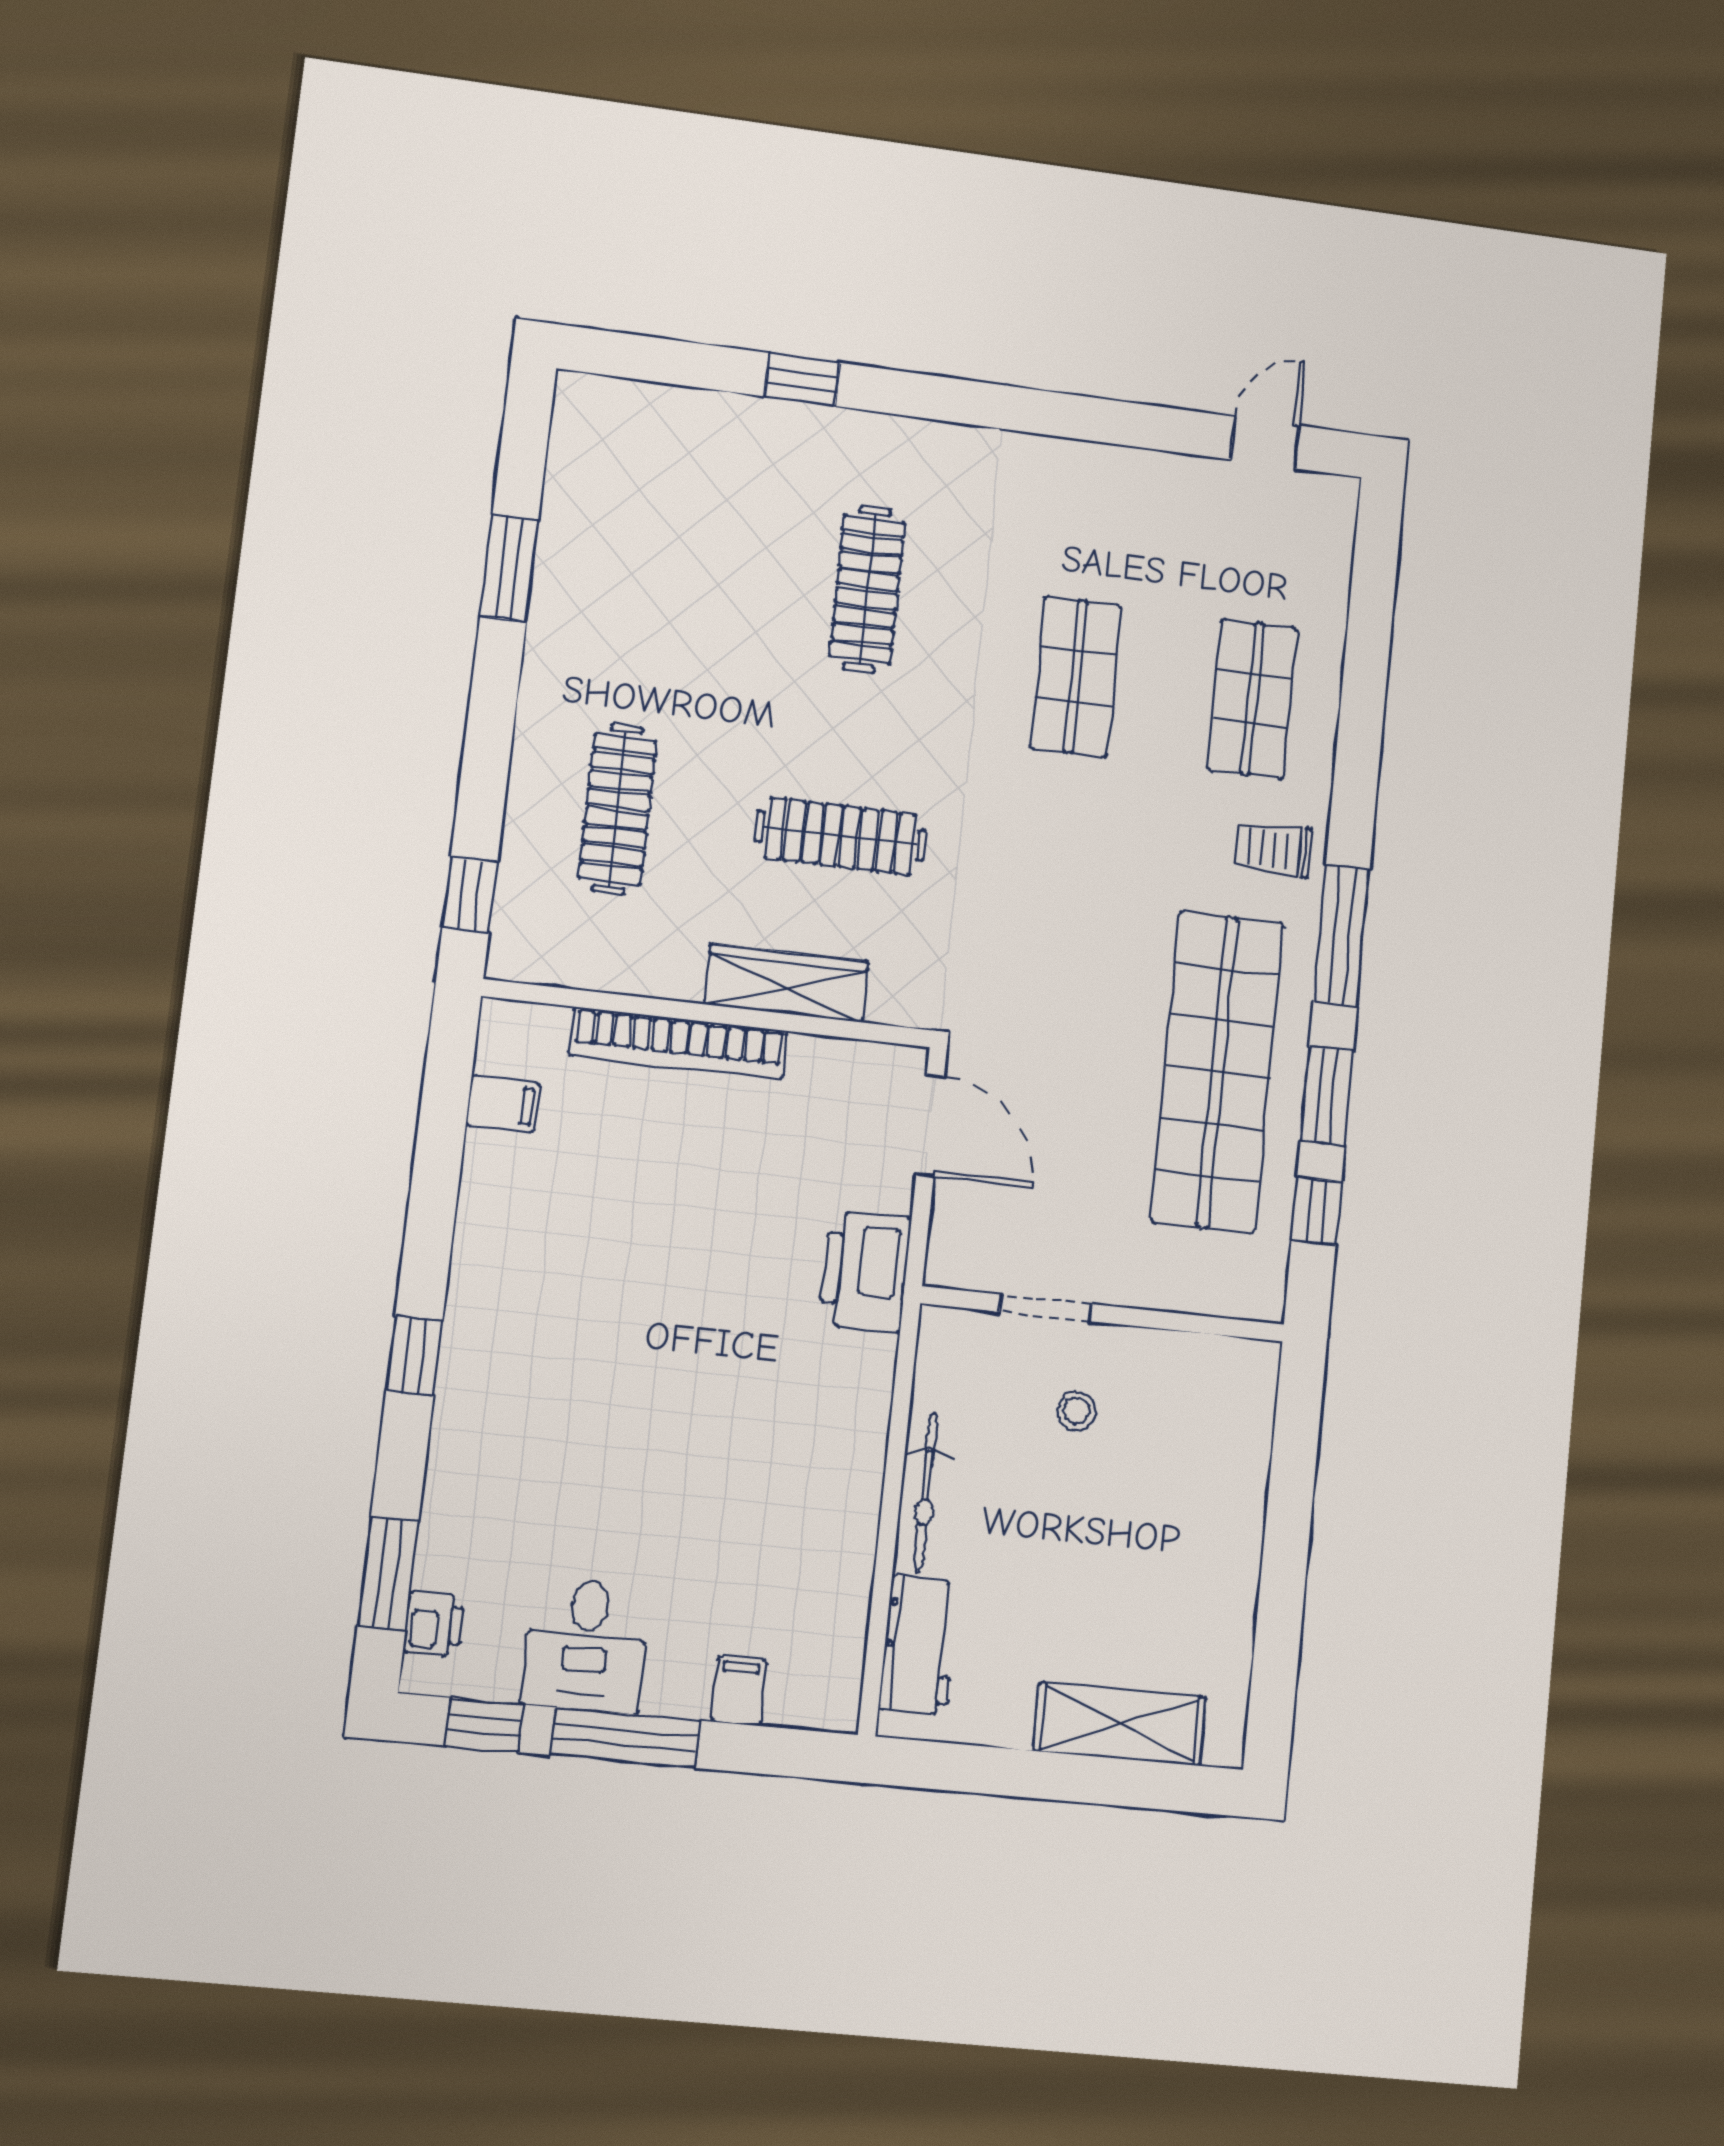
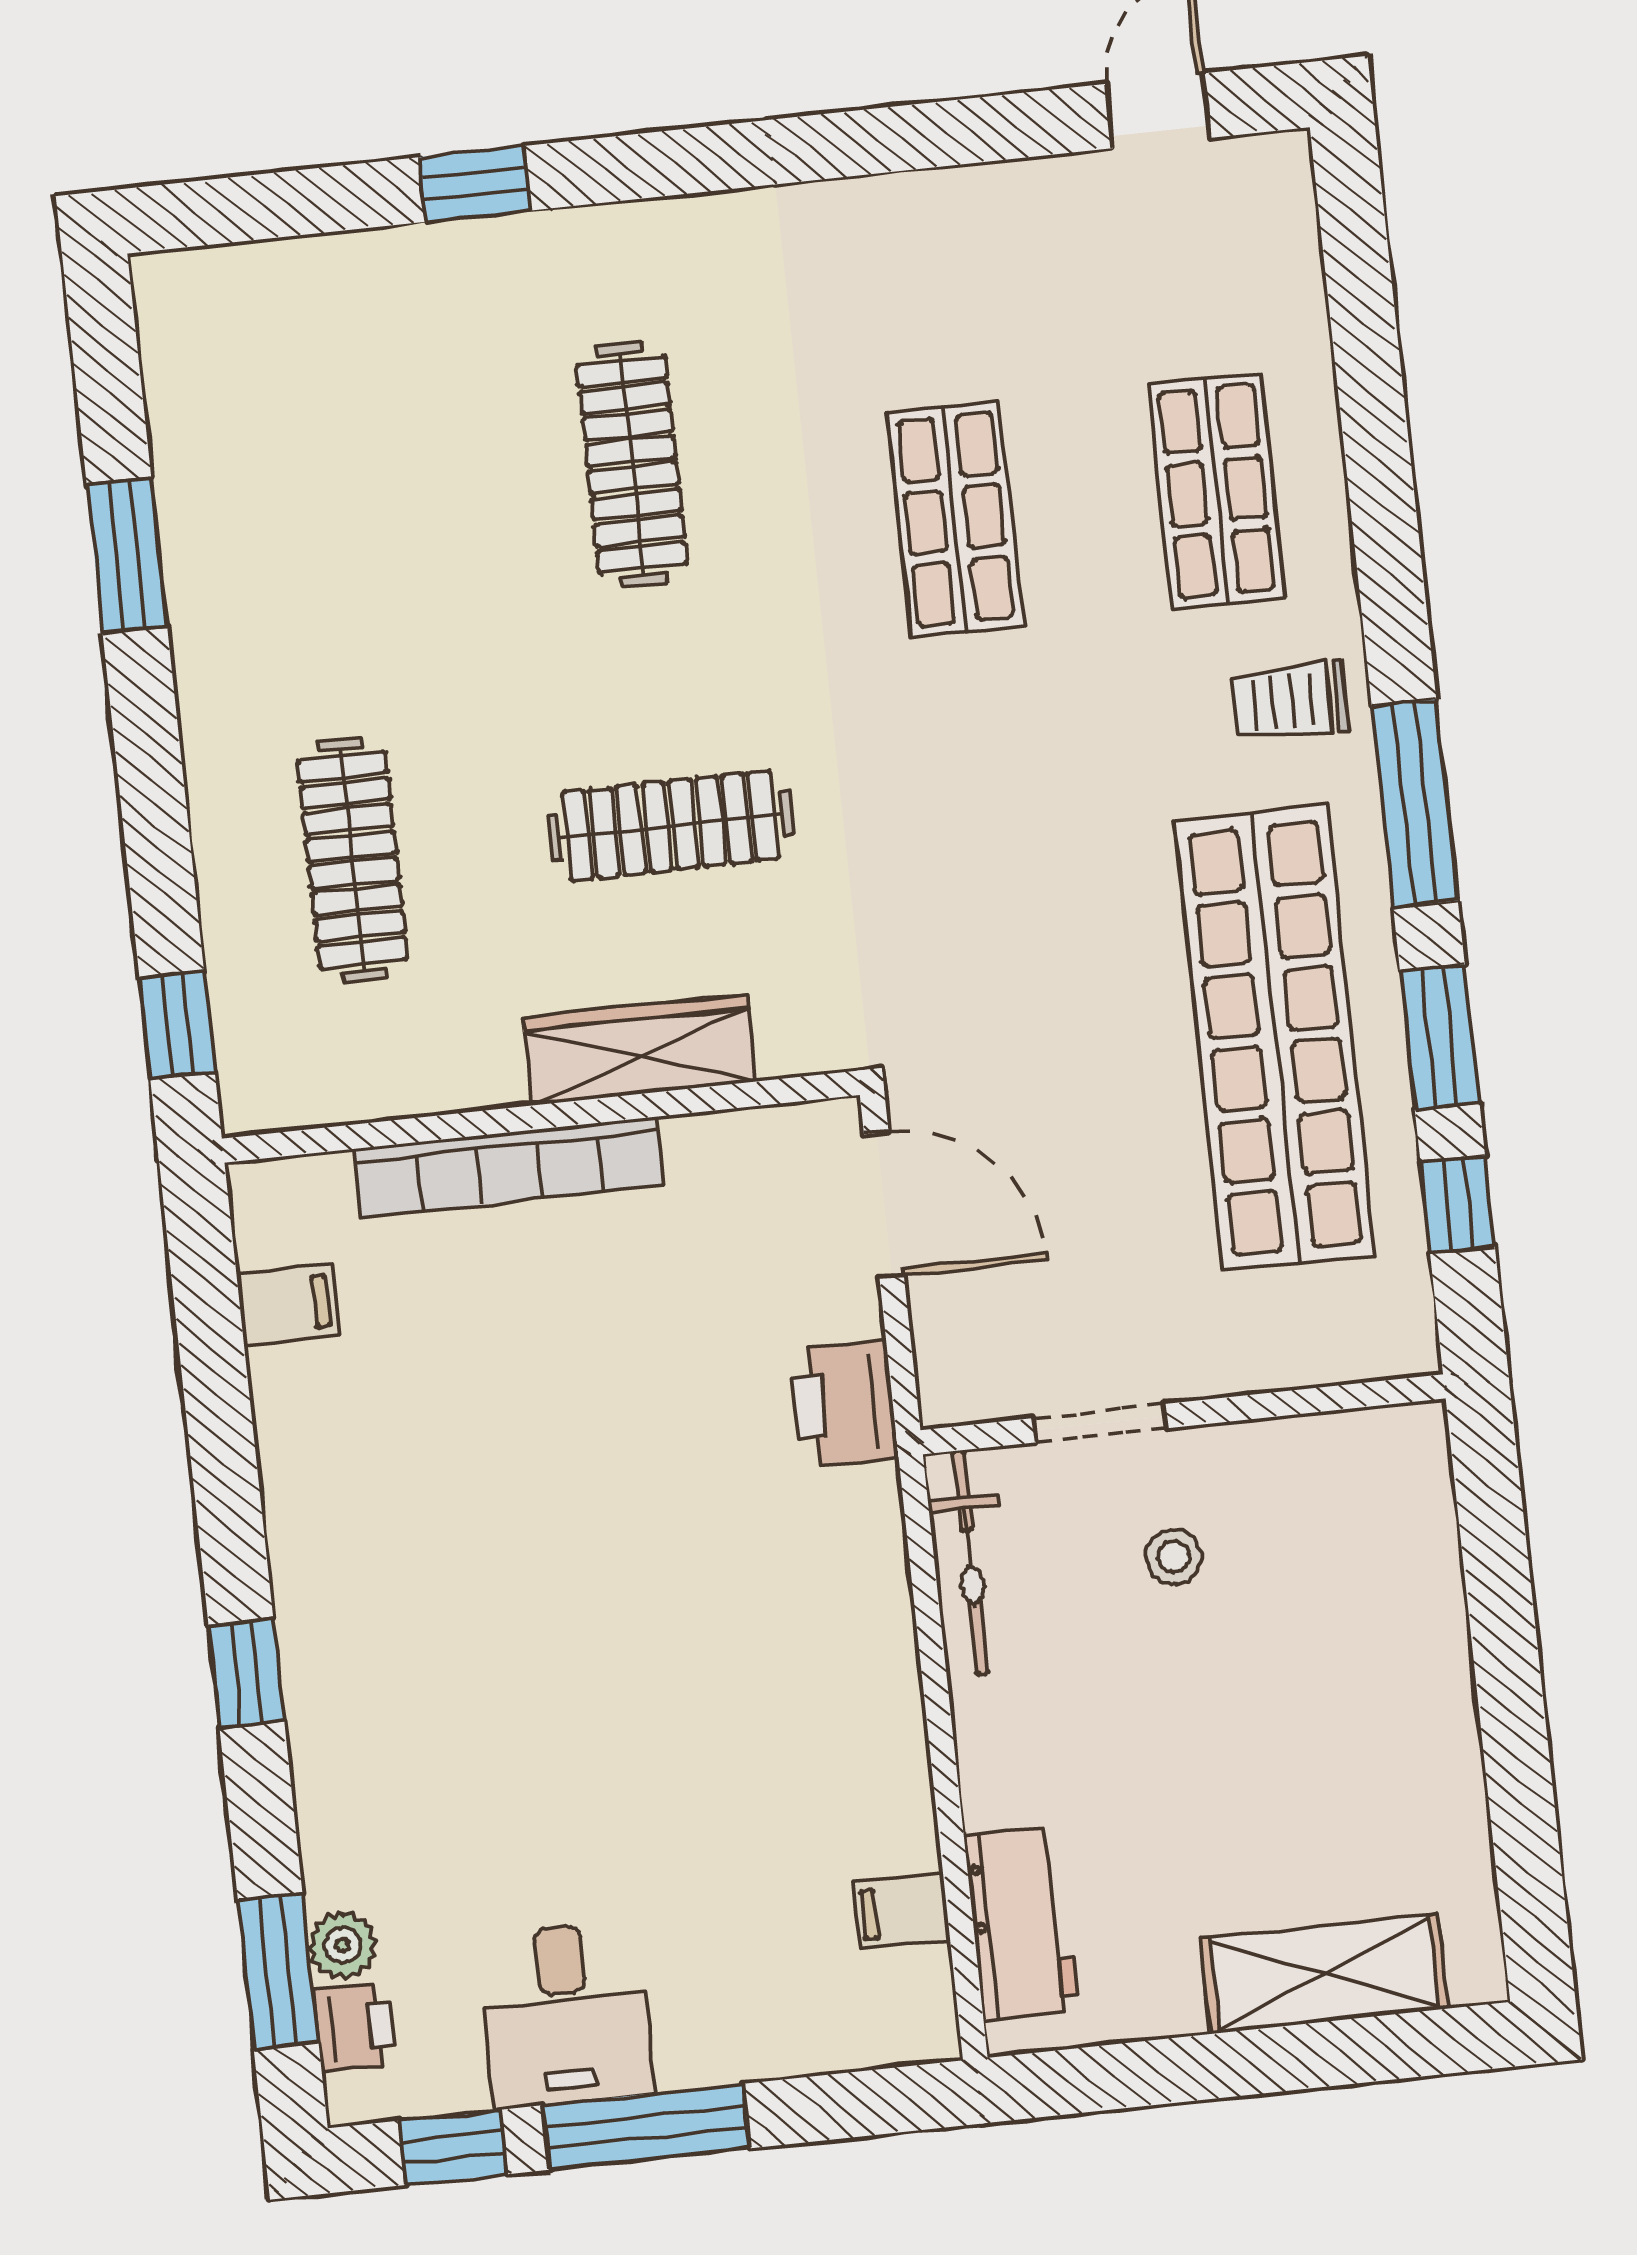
printer: (865, 1271) -> (843, 1403), width x0.73, depth x0.84
bicycle: (926, 1492) -> (970, 1562), moved
plant: (438, 1563) -> (343, 1945), added
filing cabinet: (739, 1691) -> (901, 1911), moved, turned -90

